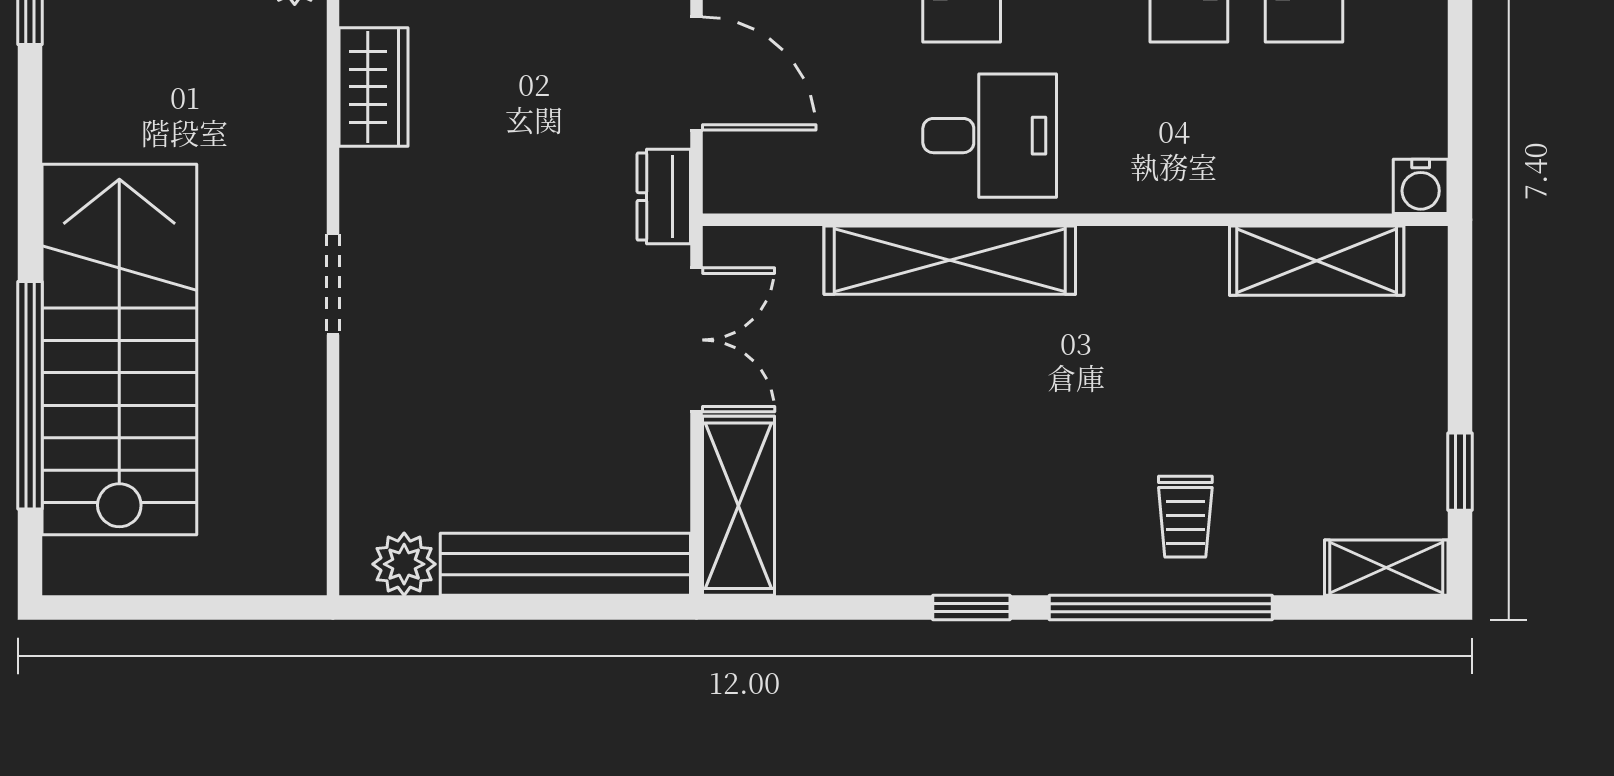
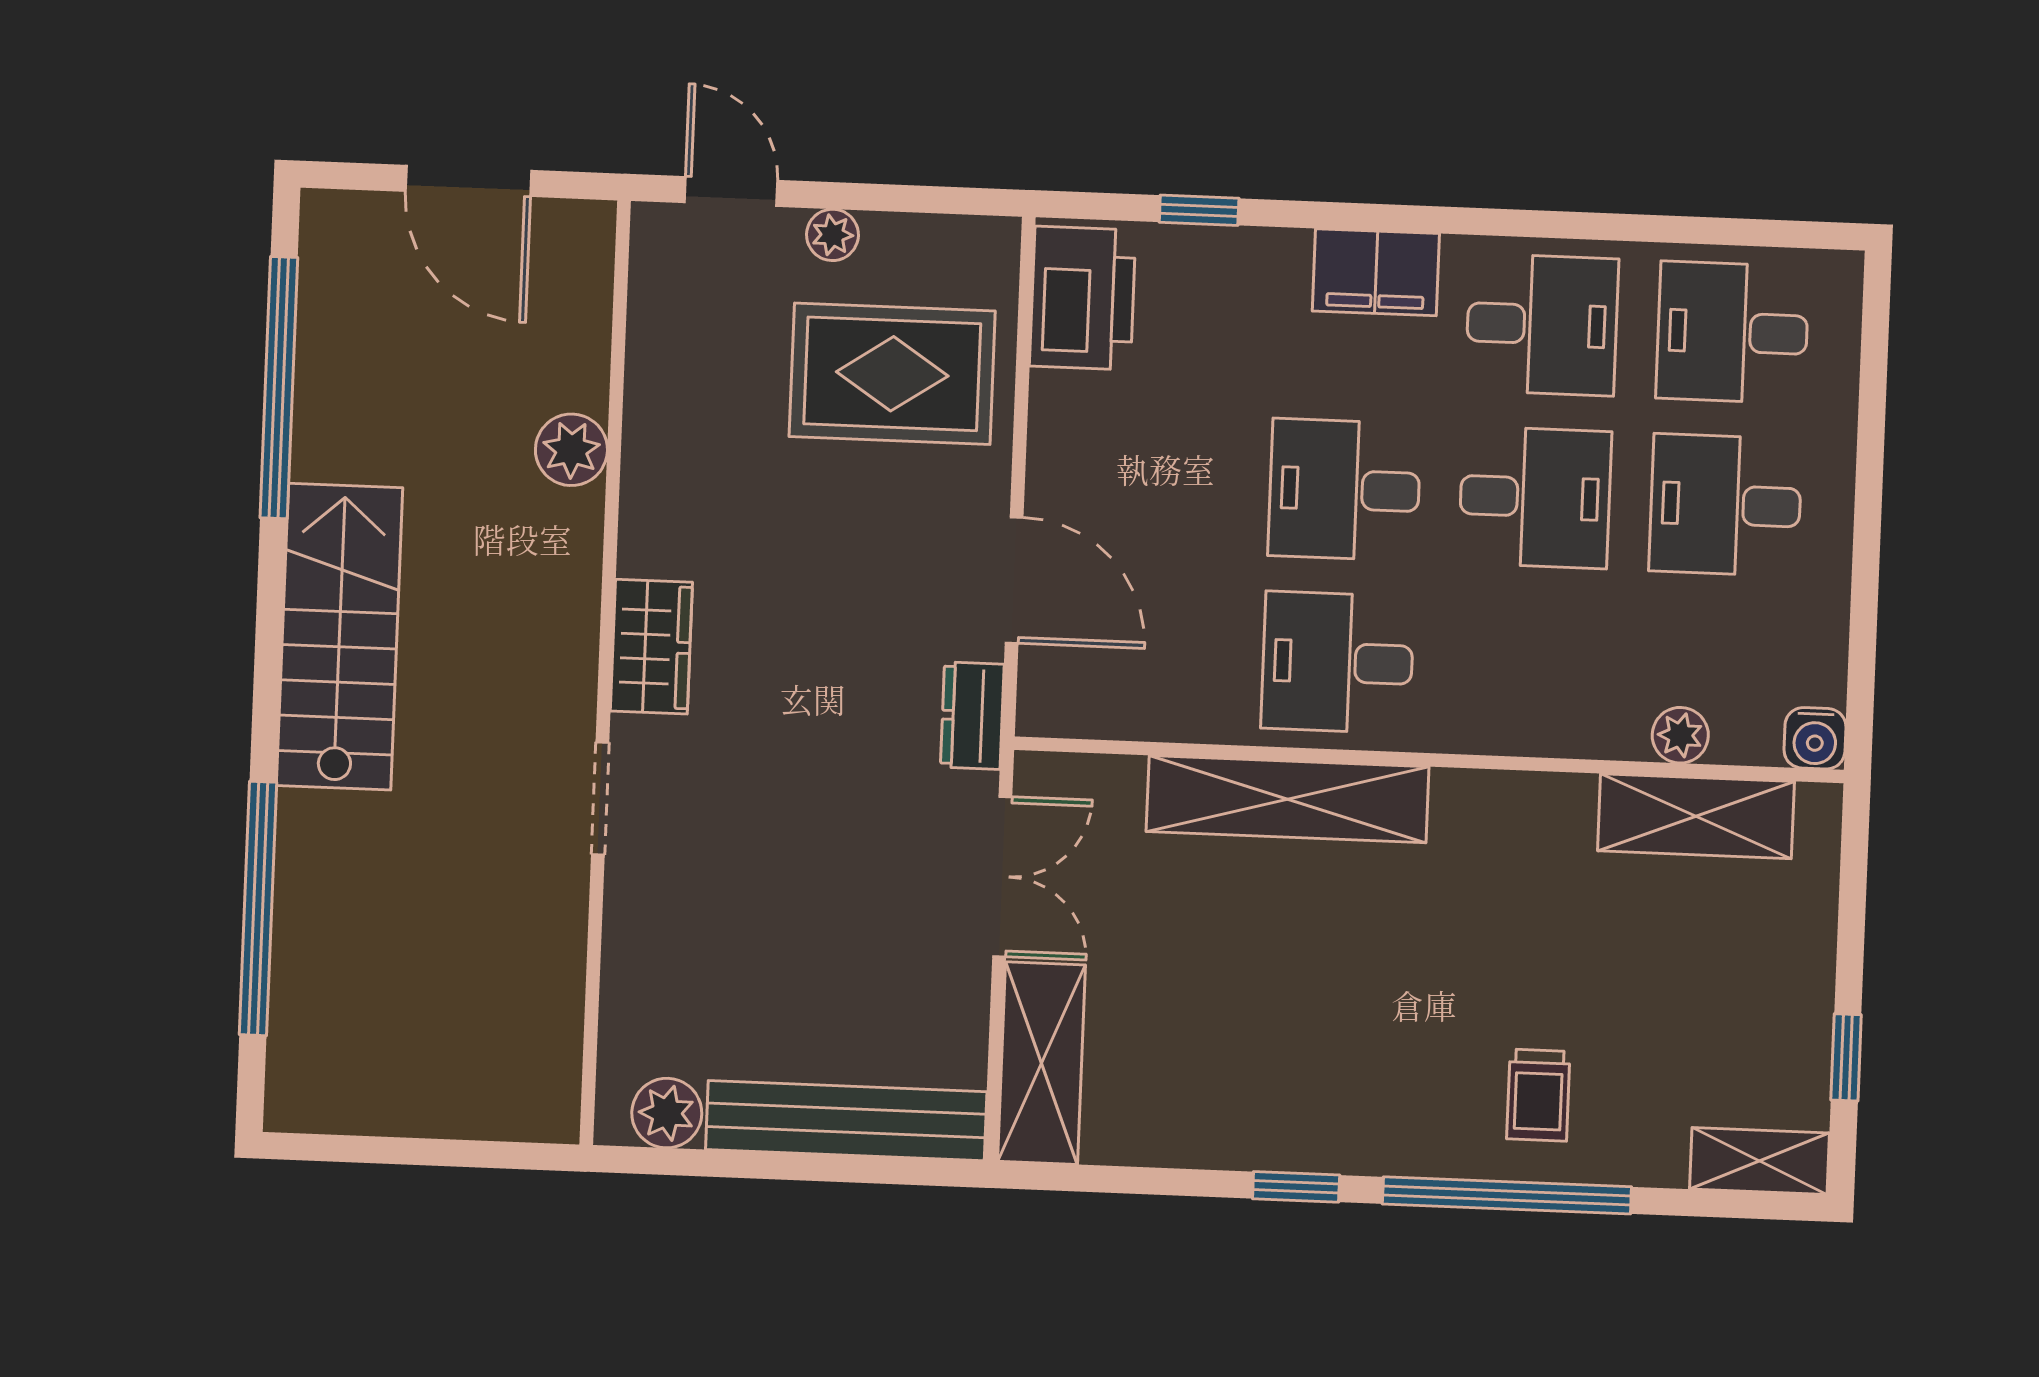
wardrobe: (373, 87) -> (651, 647), moved
desk: (990, 136) -> (1338, 662), turned 180
plant: (1300, 189) -> (1680, 735), added
stairs: (119, 350) -> (340, 637), moved, width x0.73, depth x0.66

